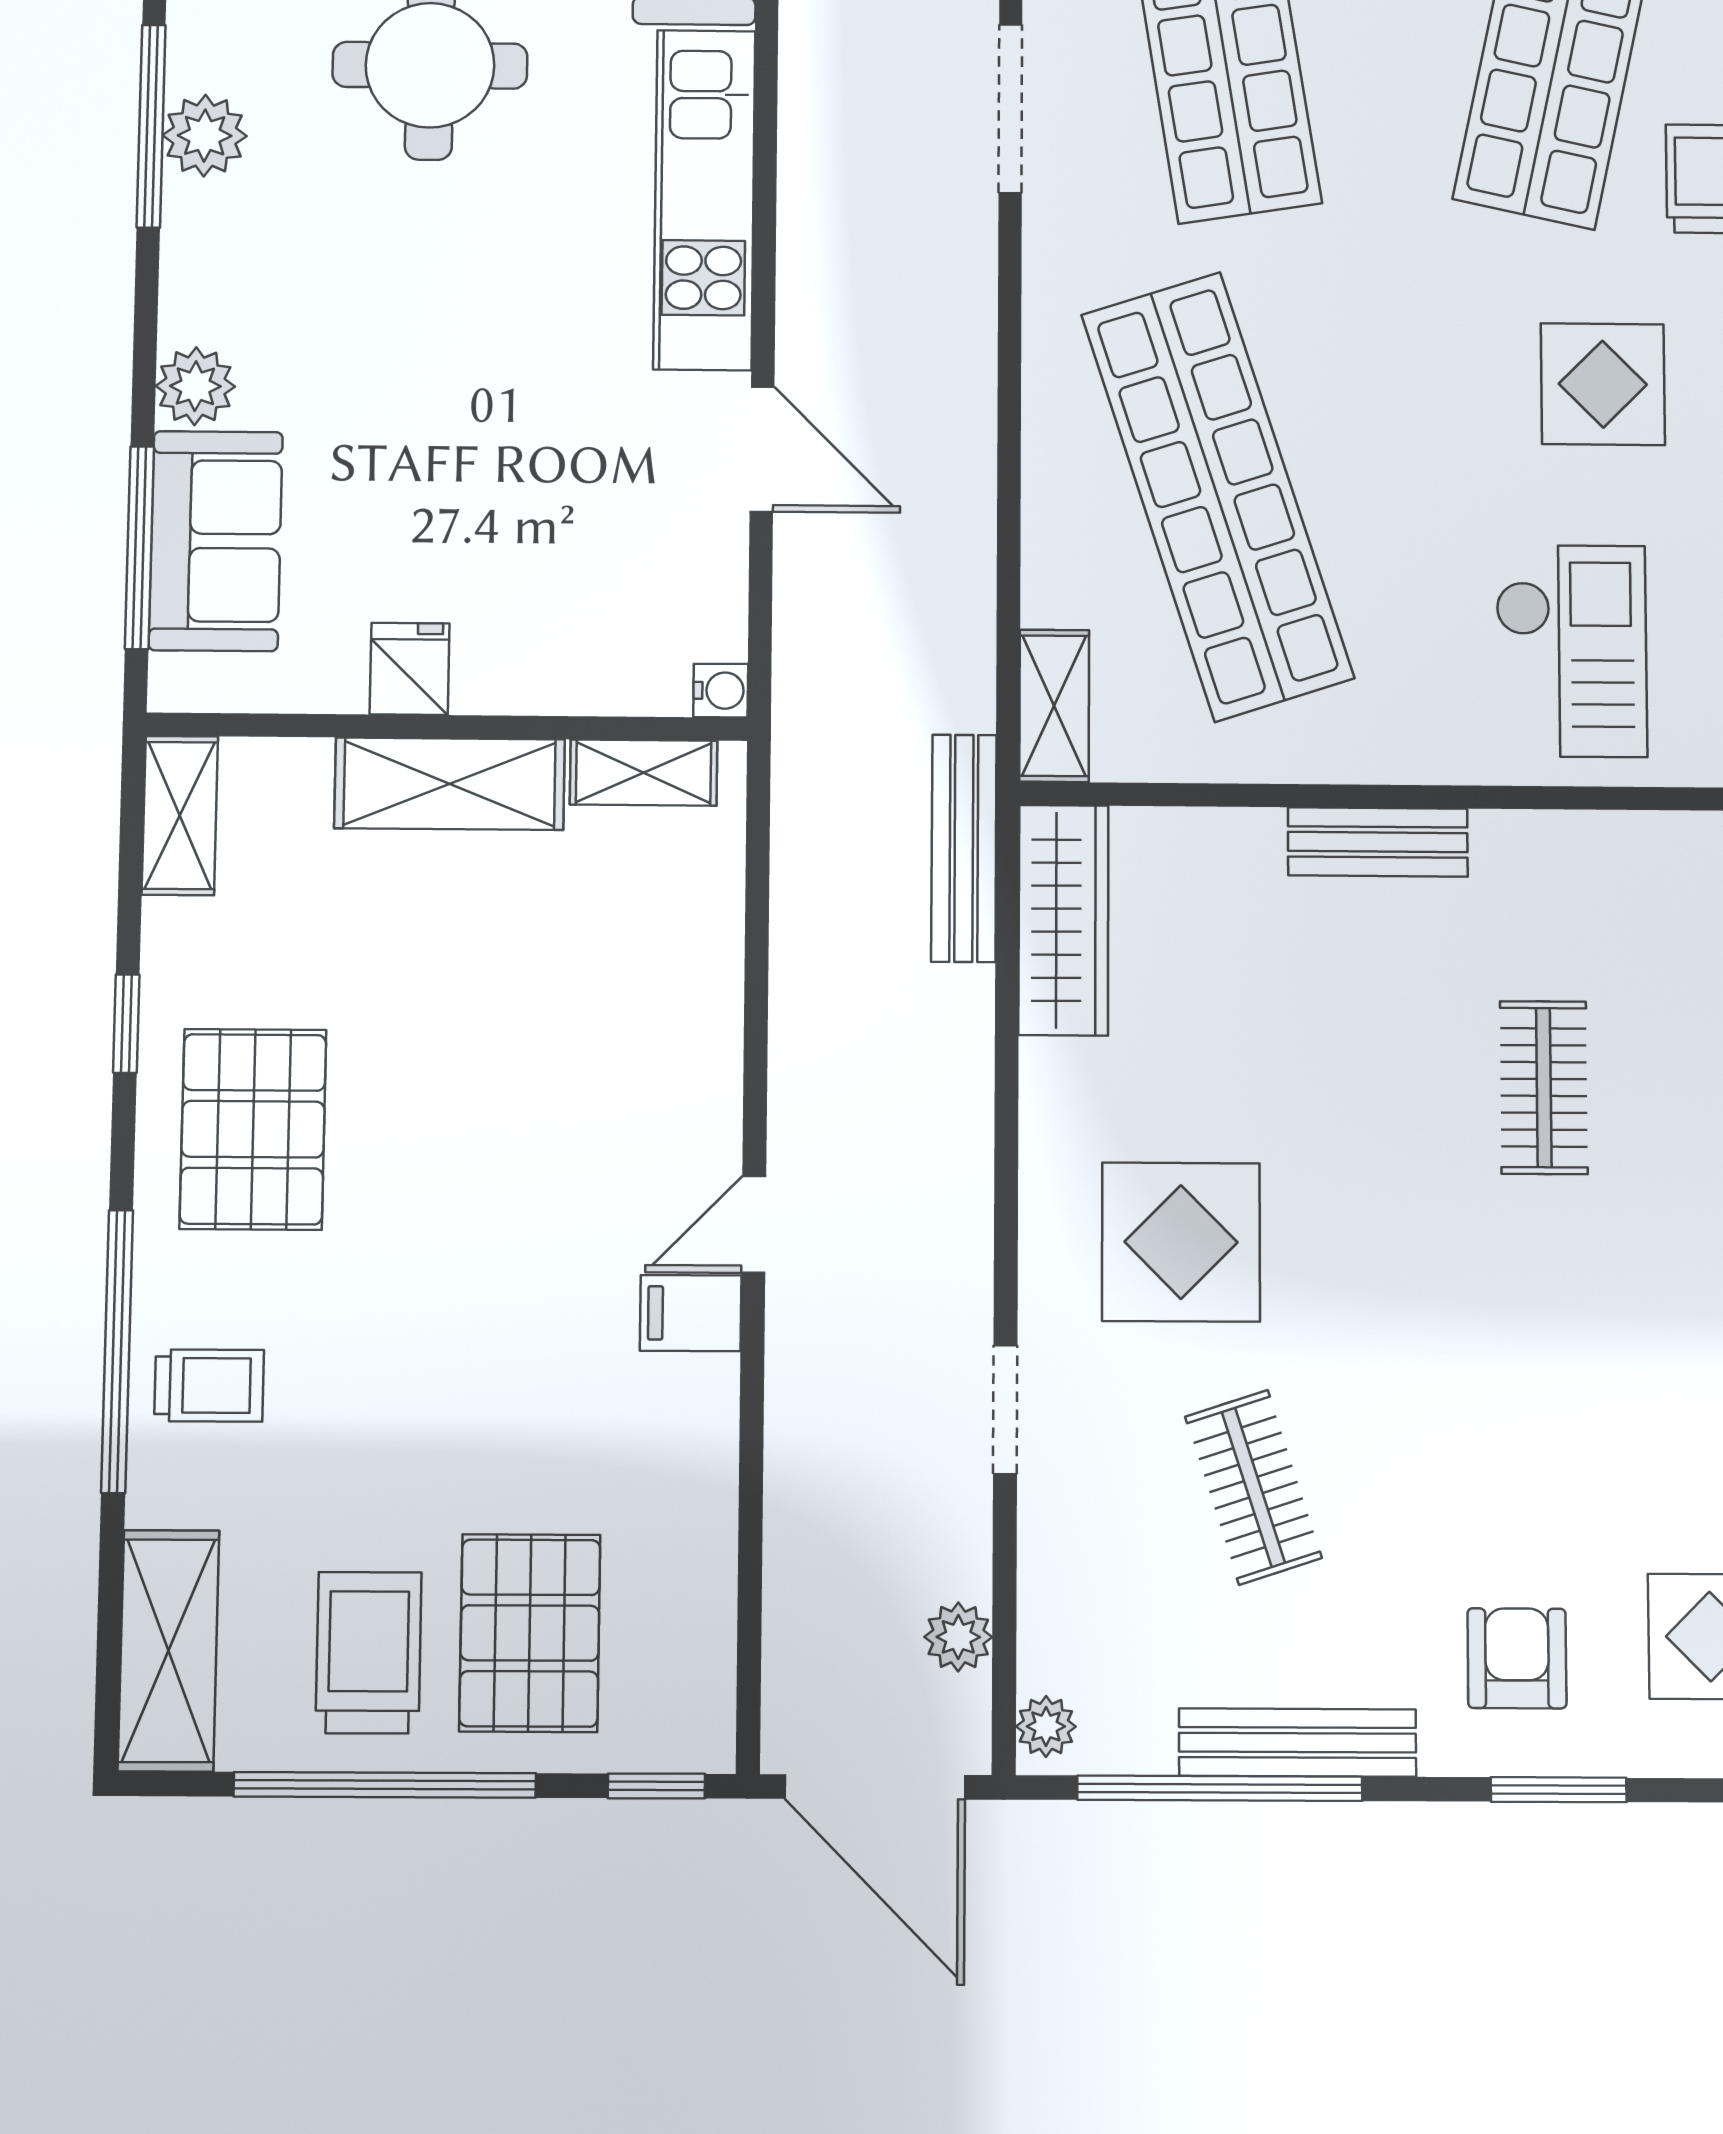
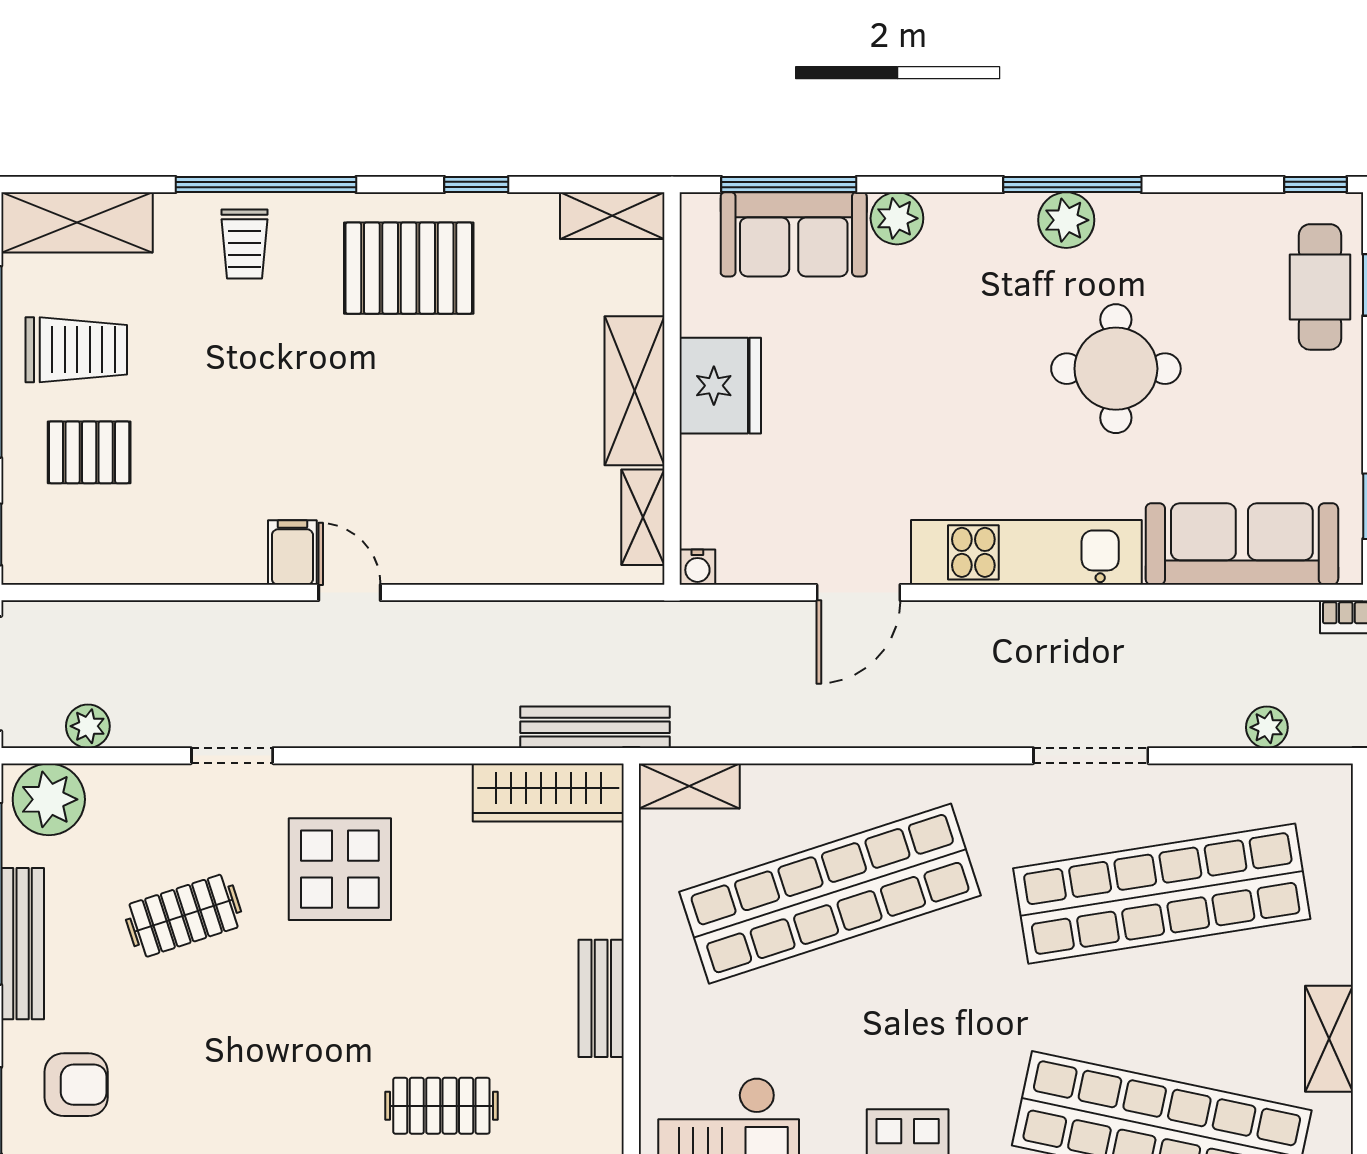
fridge: (410, 669) -> (720, 386), width x1.88, depth x1.34
pallet: (530, 1633) -> (89, 452), width x0.67, depth x0.71
plant: (1046, 1726) -> (49, 799), width x1.88, depth x1.88

